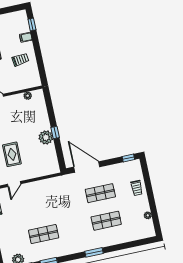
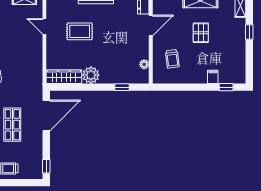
trolley: (20, 60) -> (172, 59), moved
window: (55, 133) -> (122, 87), moved
wardrobe: (52, 159) -> (64, 77), added

